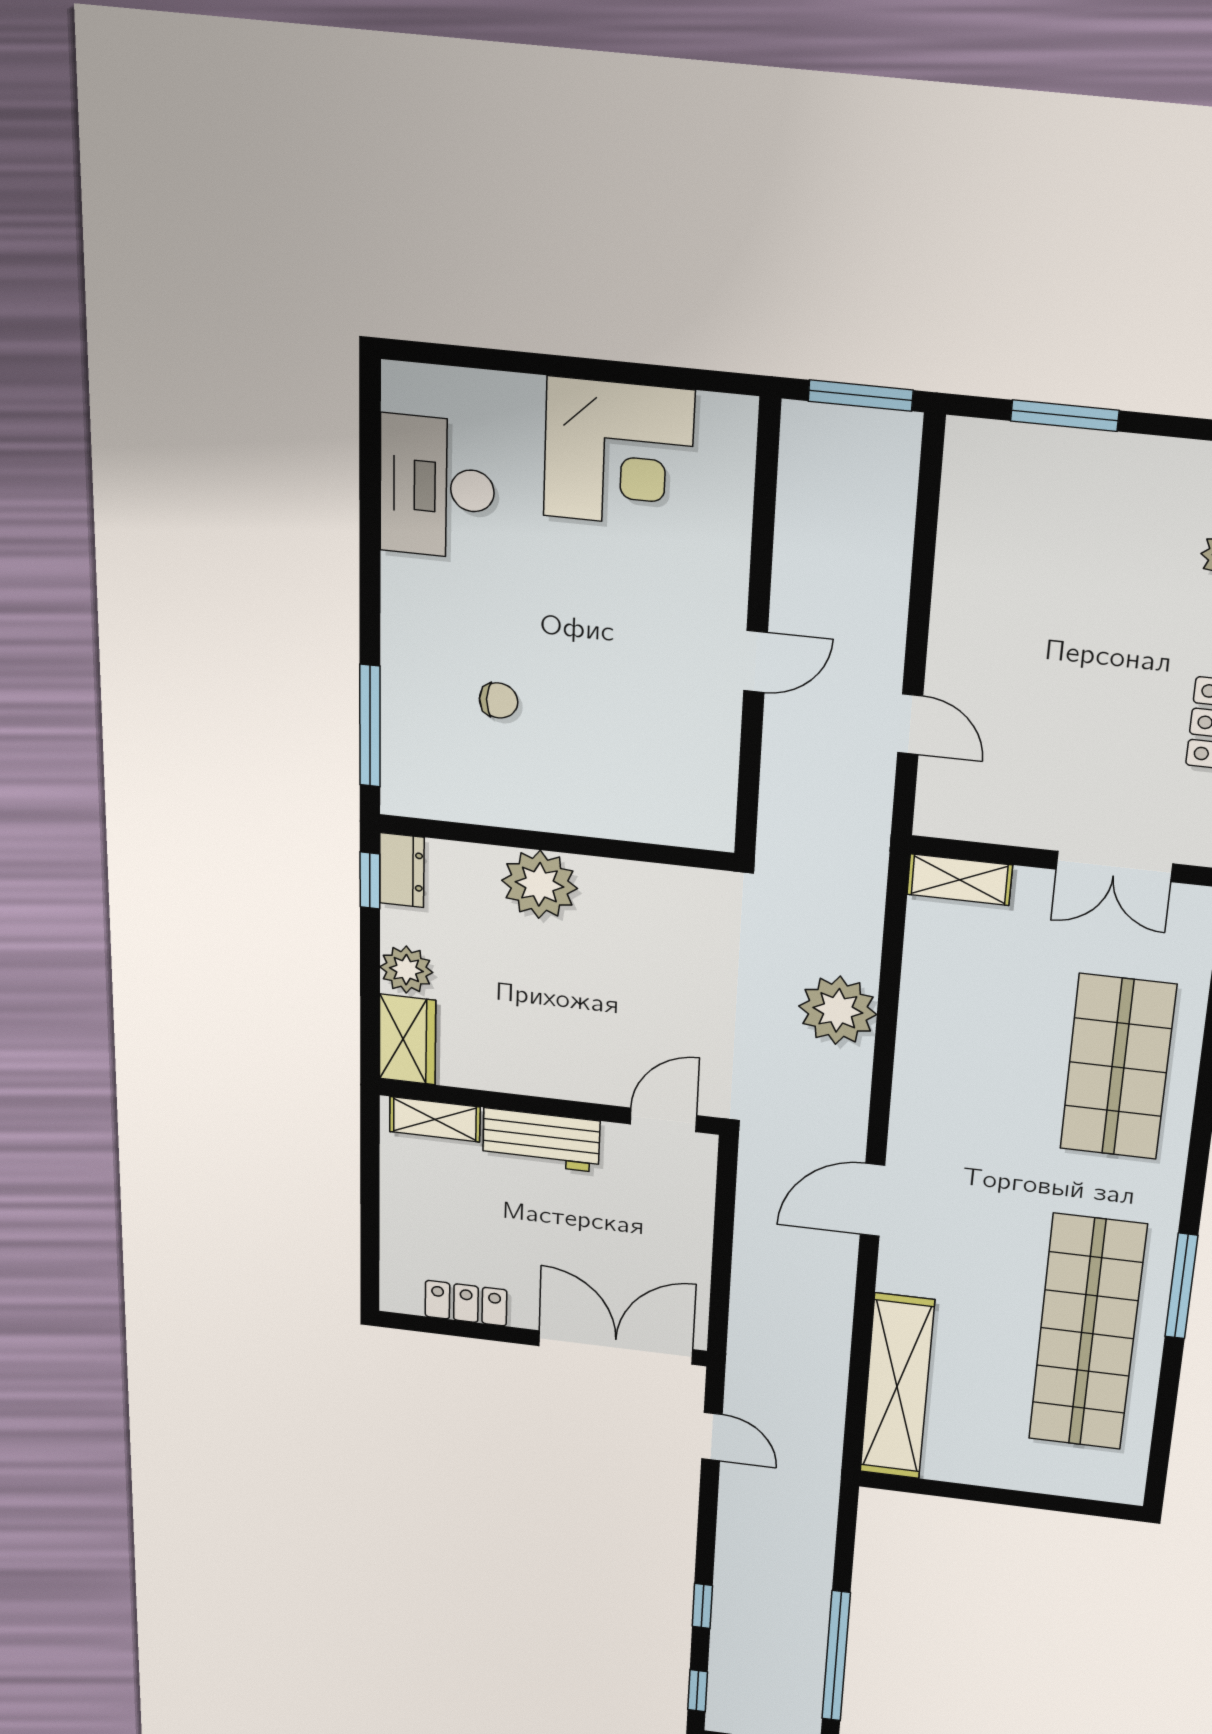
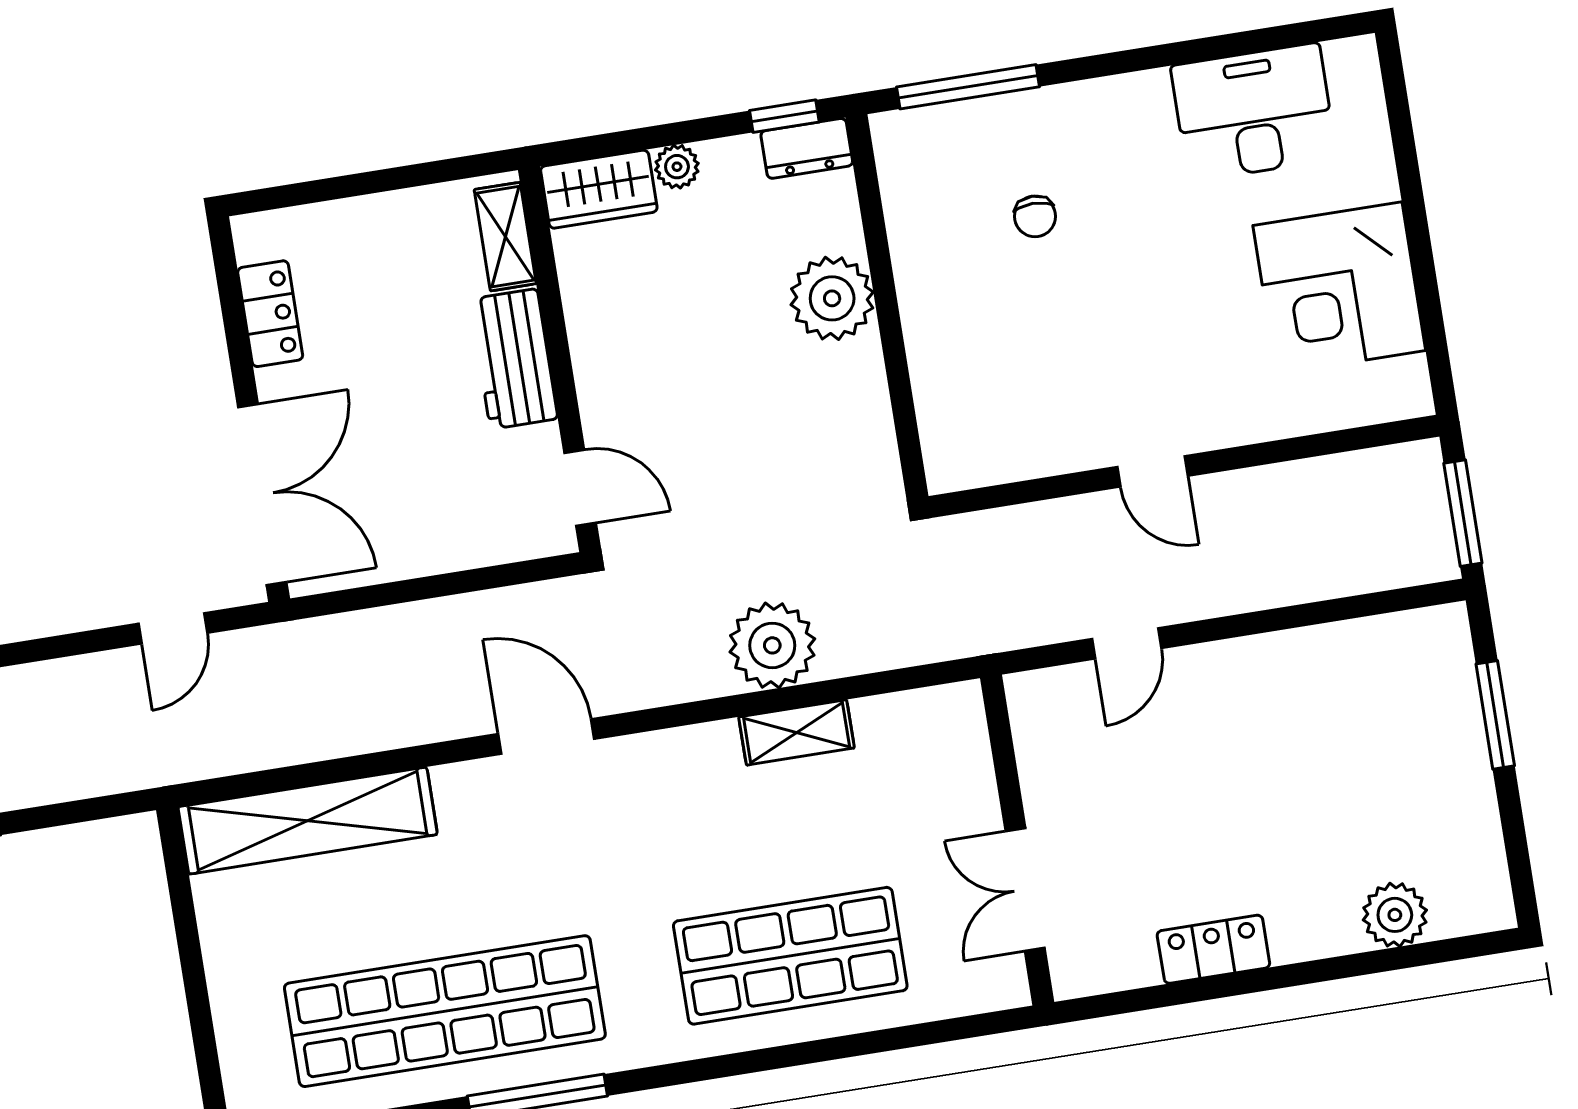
shelving: (960, 880) -> (797, 732), moved, turned 90
plant: (406, 970) -> (677, 167), width x0.73, depth x0.73

